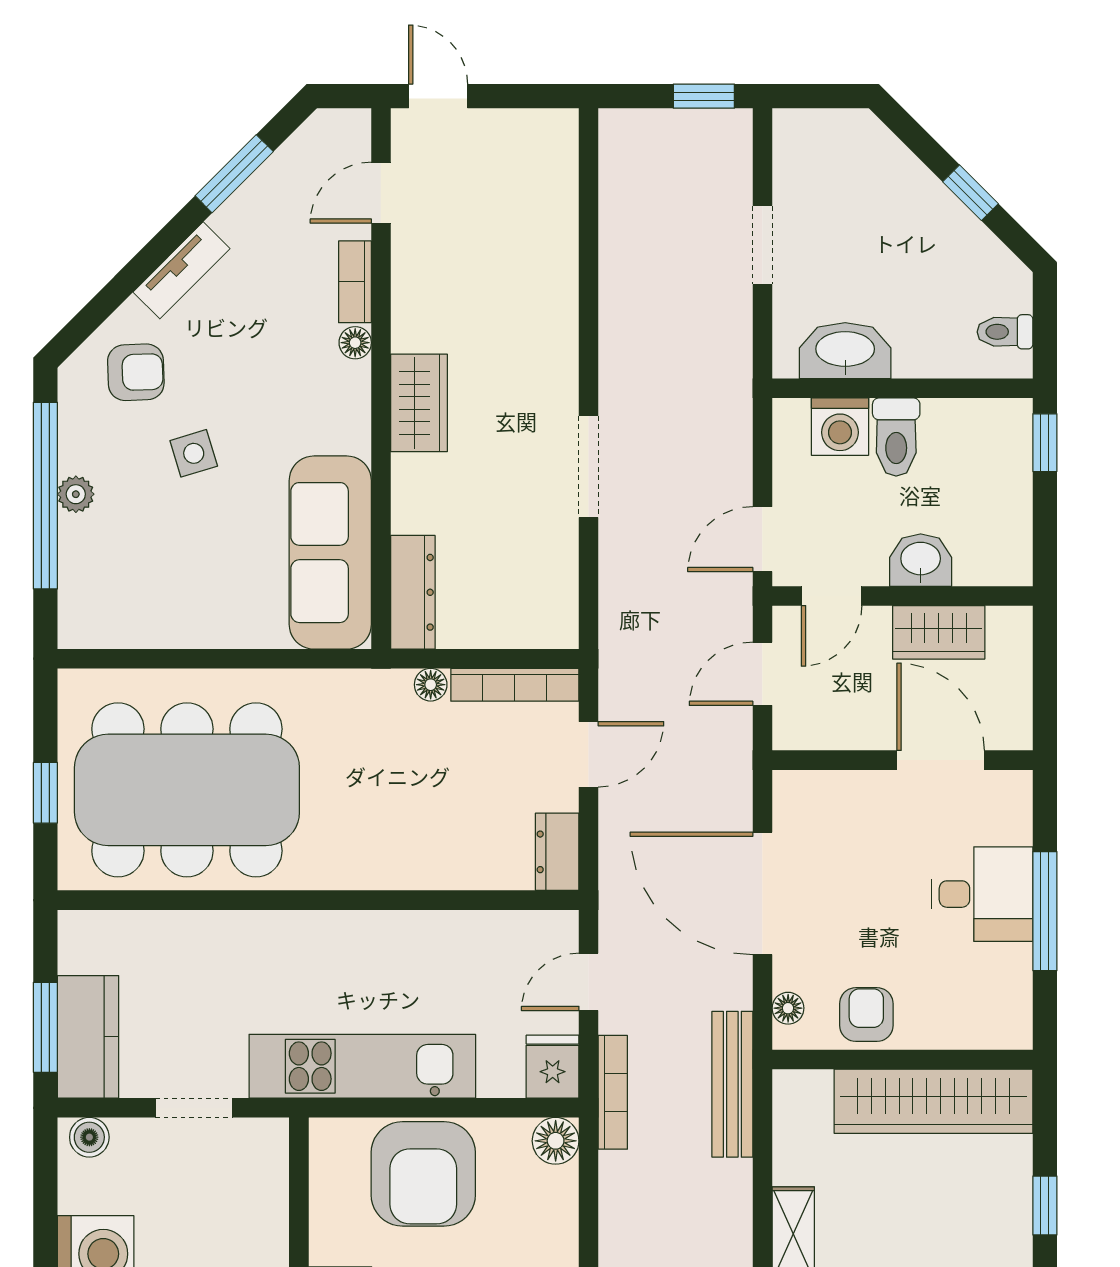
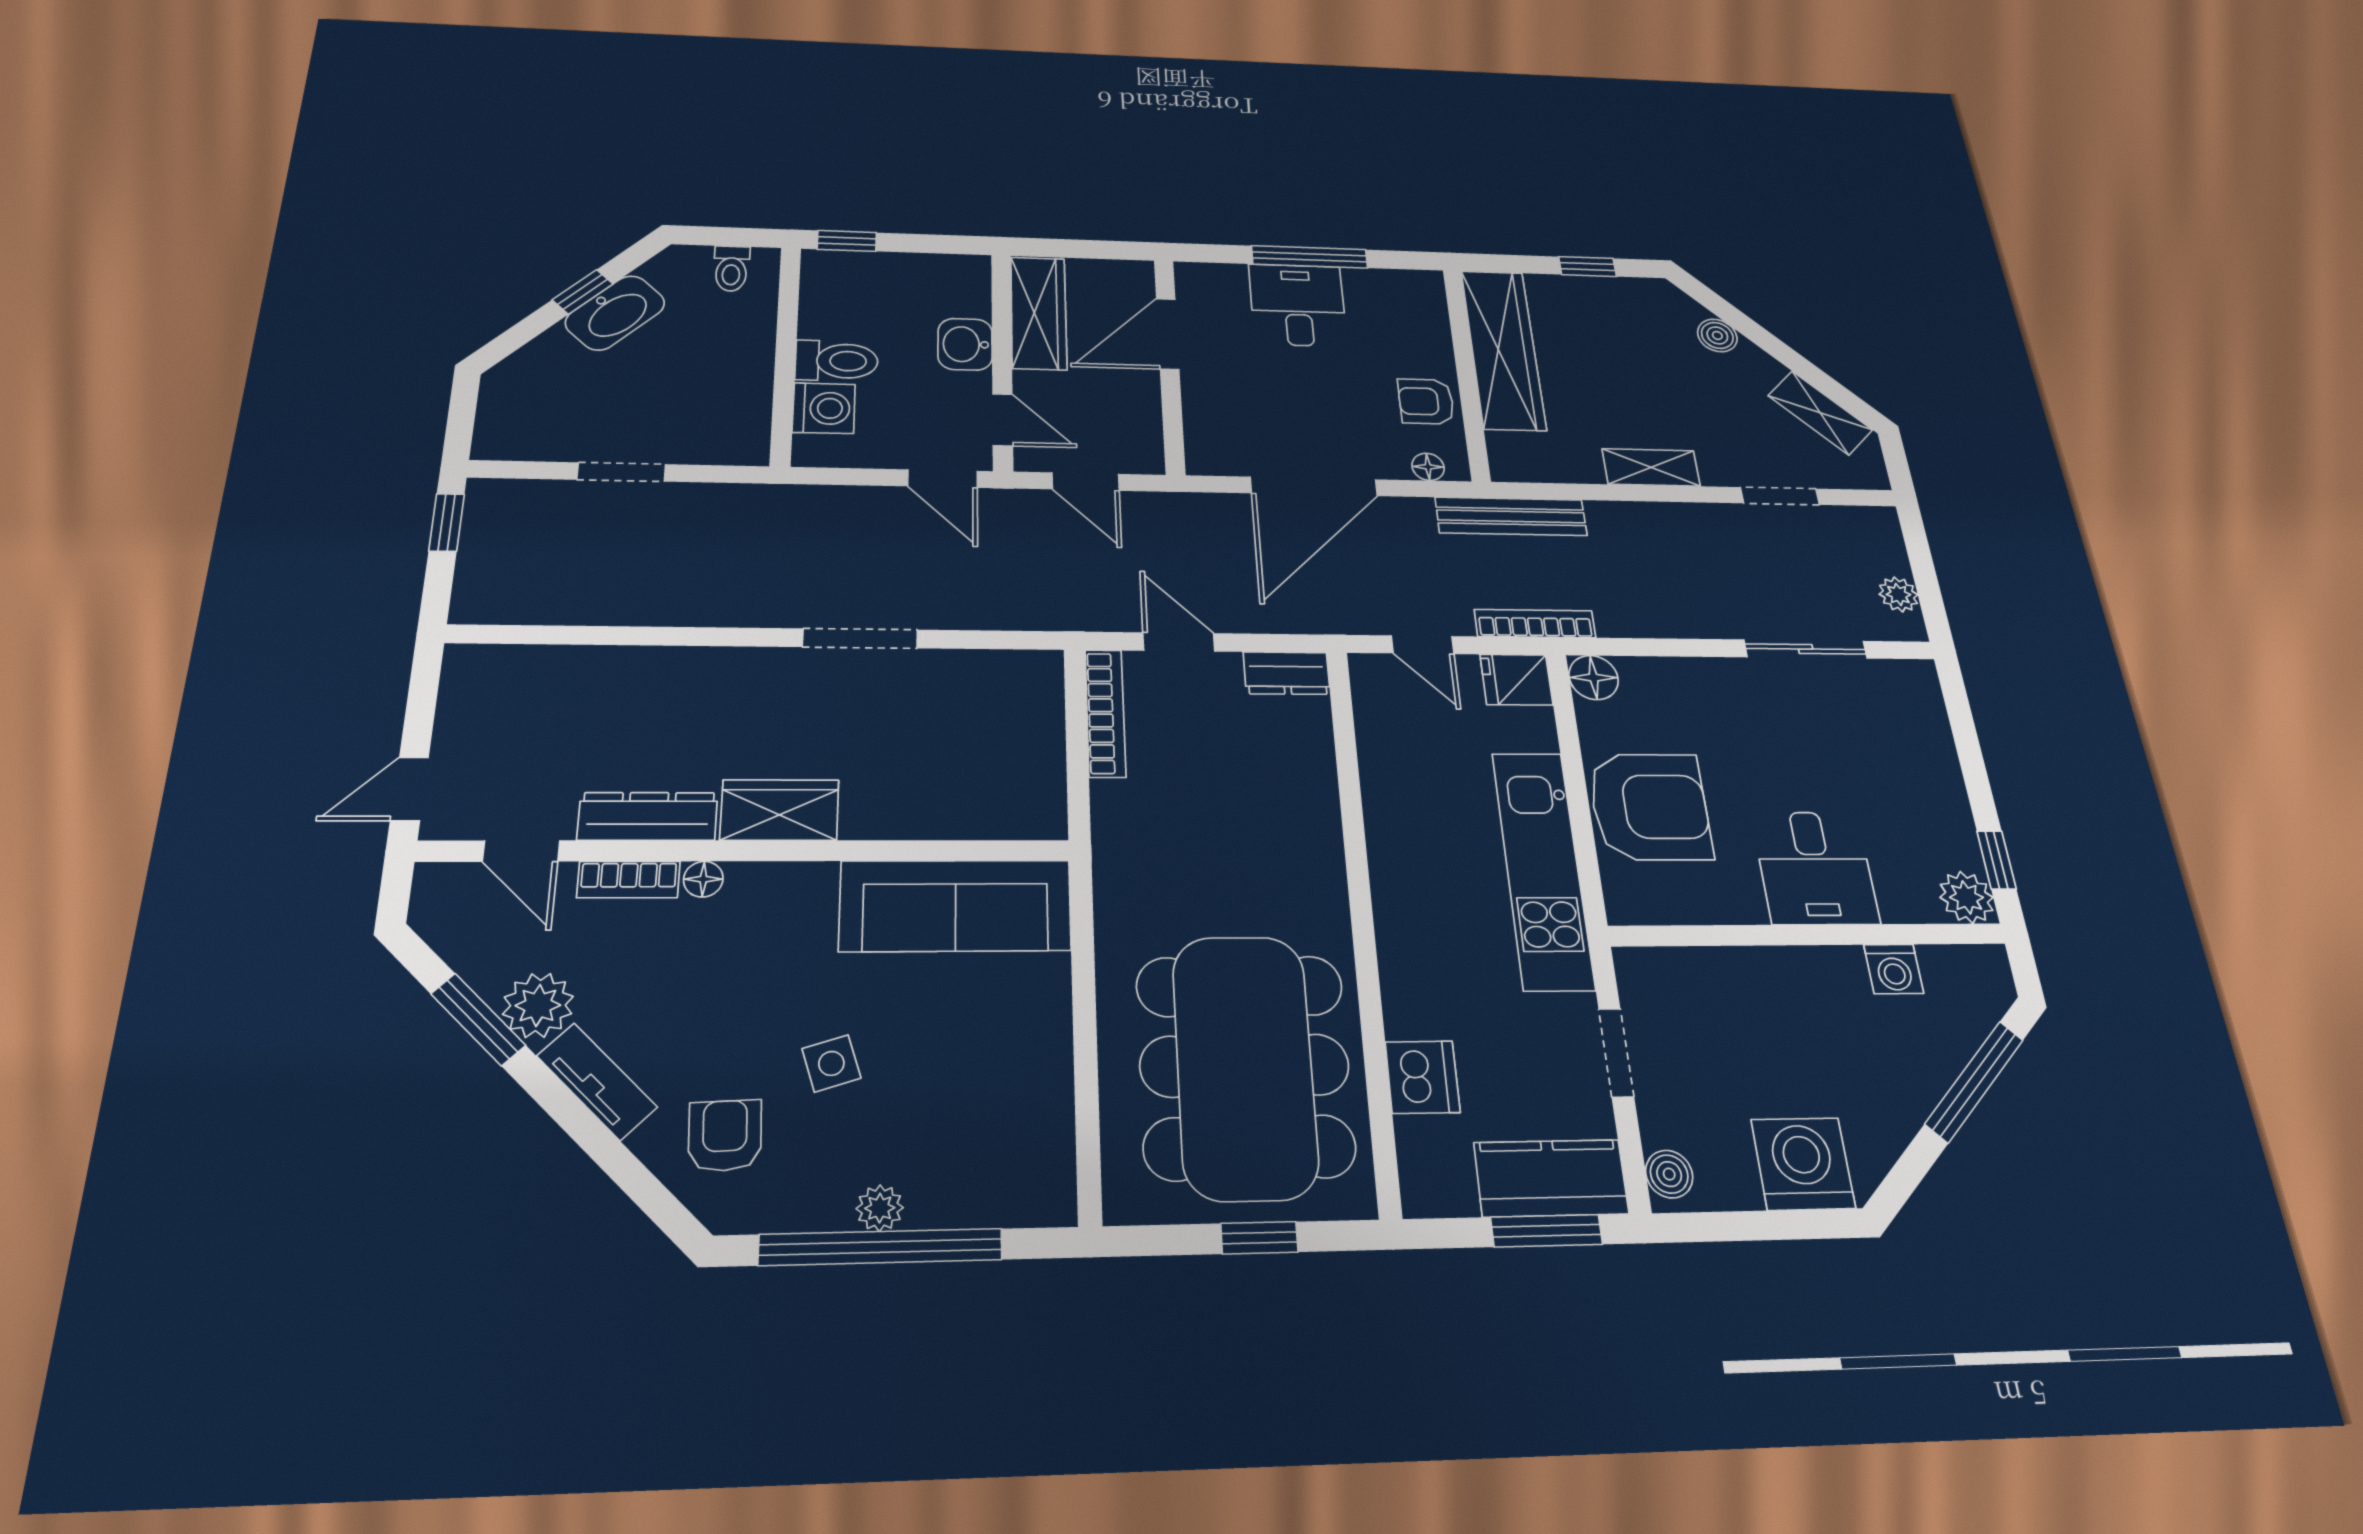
plant: (245, 219) -> (538, 1005), added
washbasin: (845, 351) -> (615, 313), moved, turned -135
dresser: (413, 592) -> (648, 816), moved
wardrobe: (939, 632) -> (1039, 313), width x1.50
floor lamp: (431, 685) -> (1108, 798), removed
dishwasher: (175, 939) -> (1422, 1077), added

